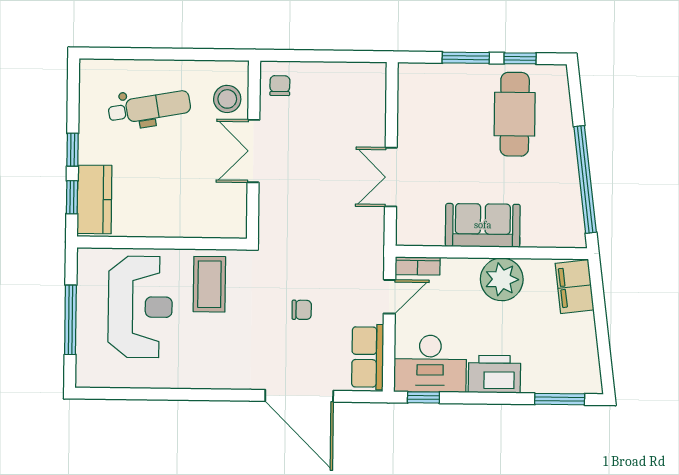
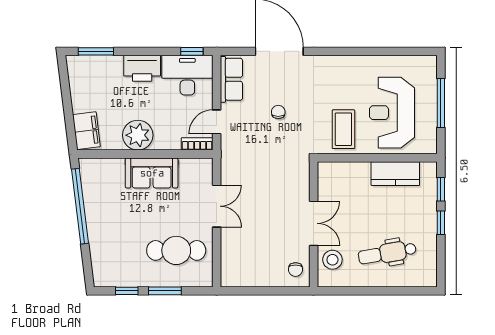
cafe table: (515, 114) -> (176, 250), moved, turned 90
kitchen counter: (94, 199) -> (395, 174), moved, turned -90
chair: (302, 310) -> (278, 112), turned 90

